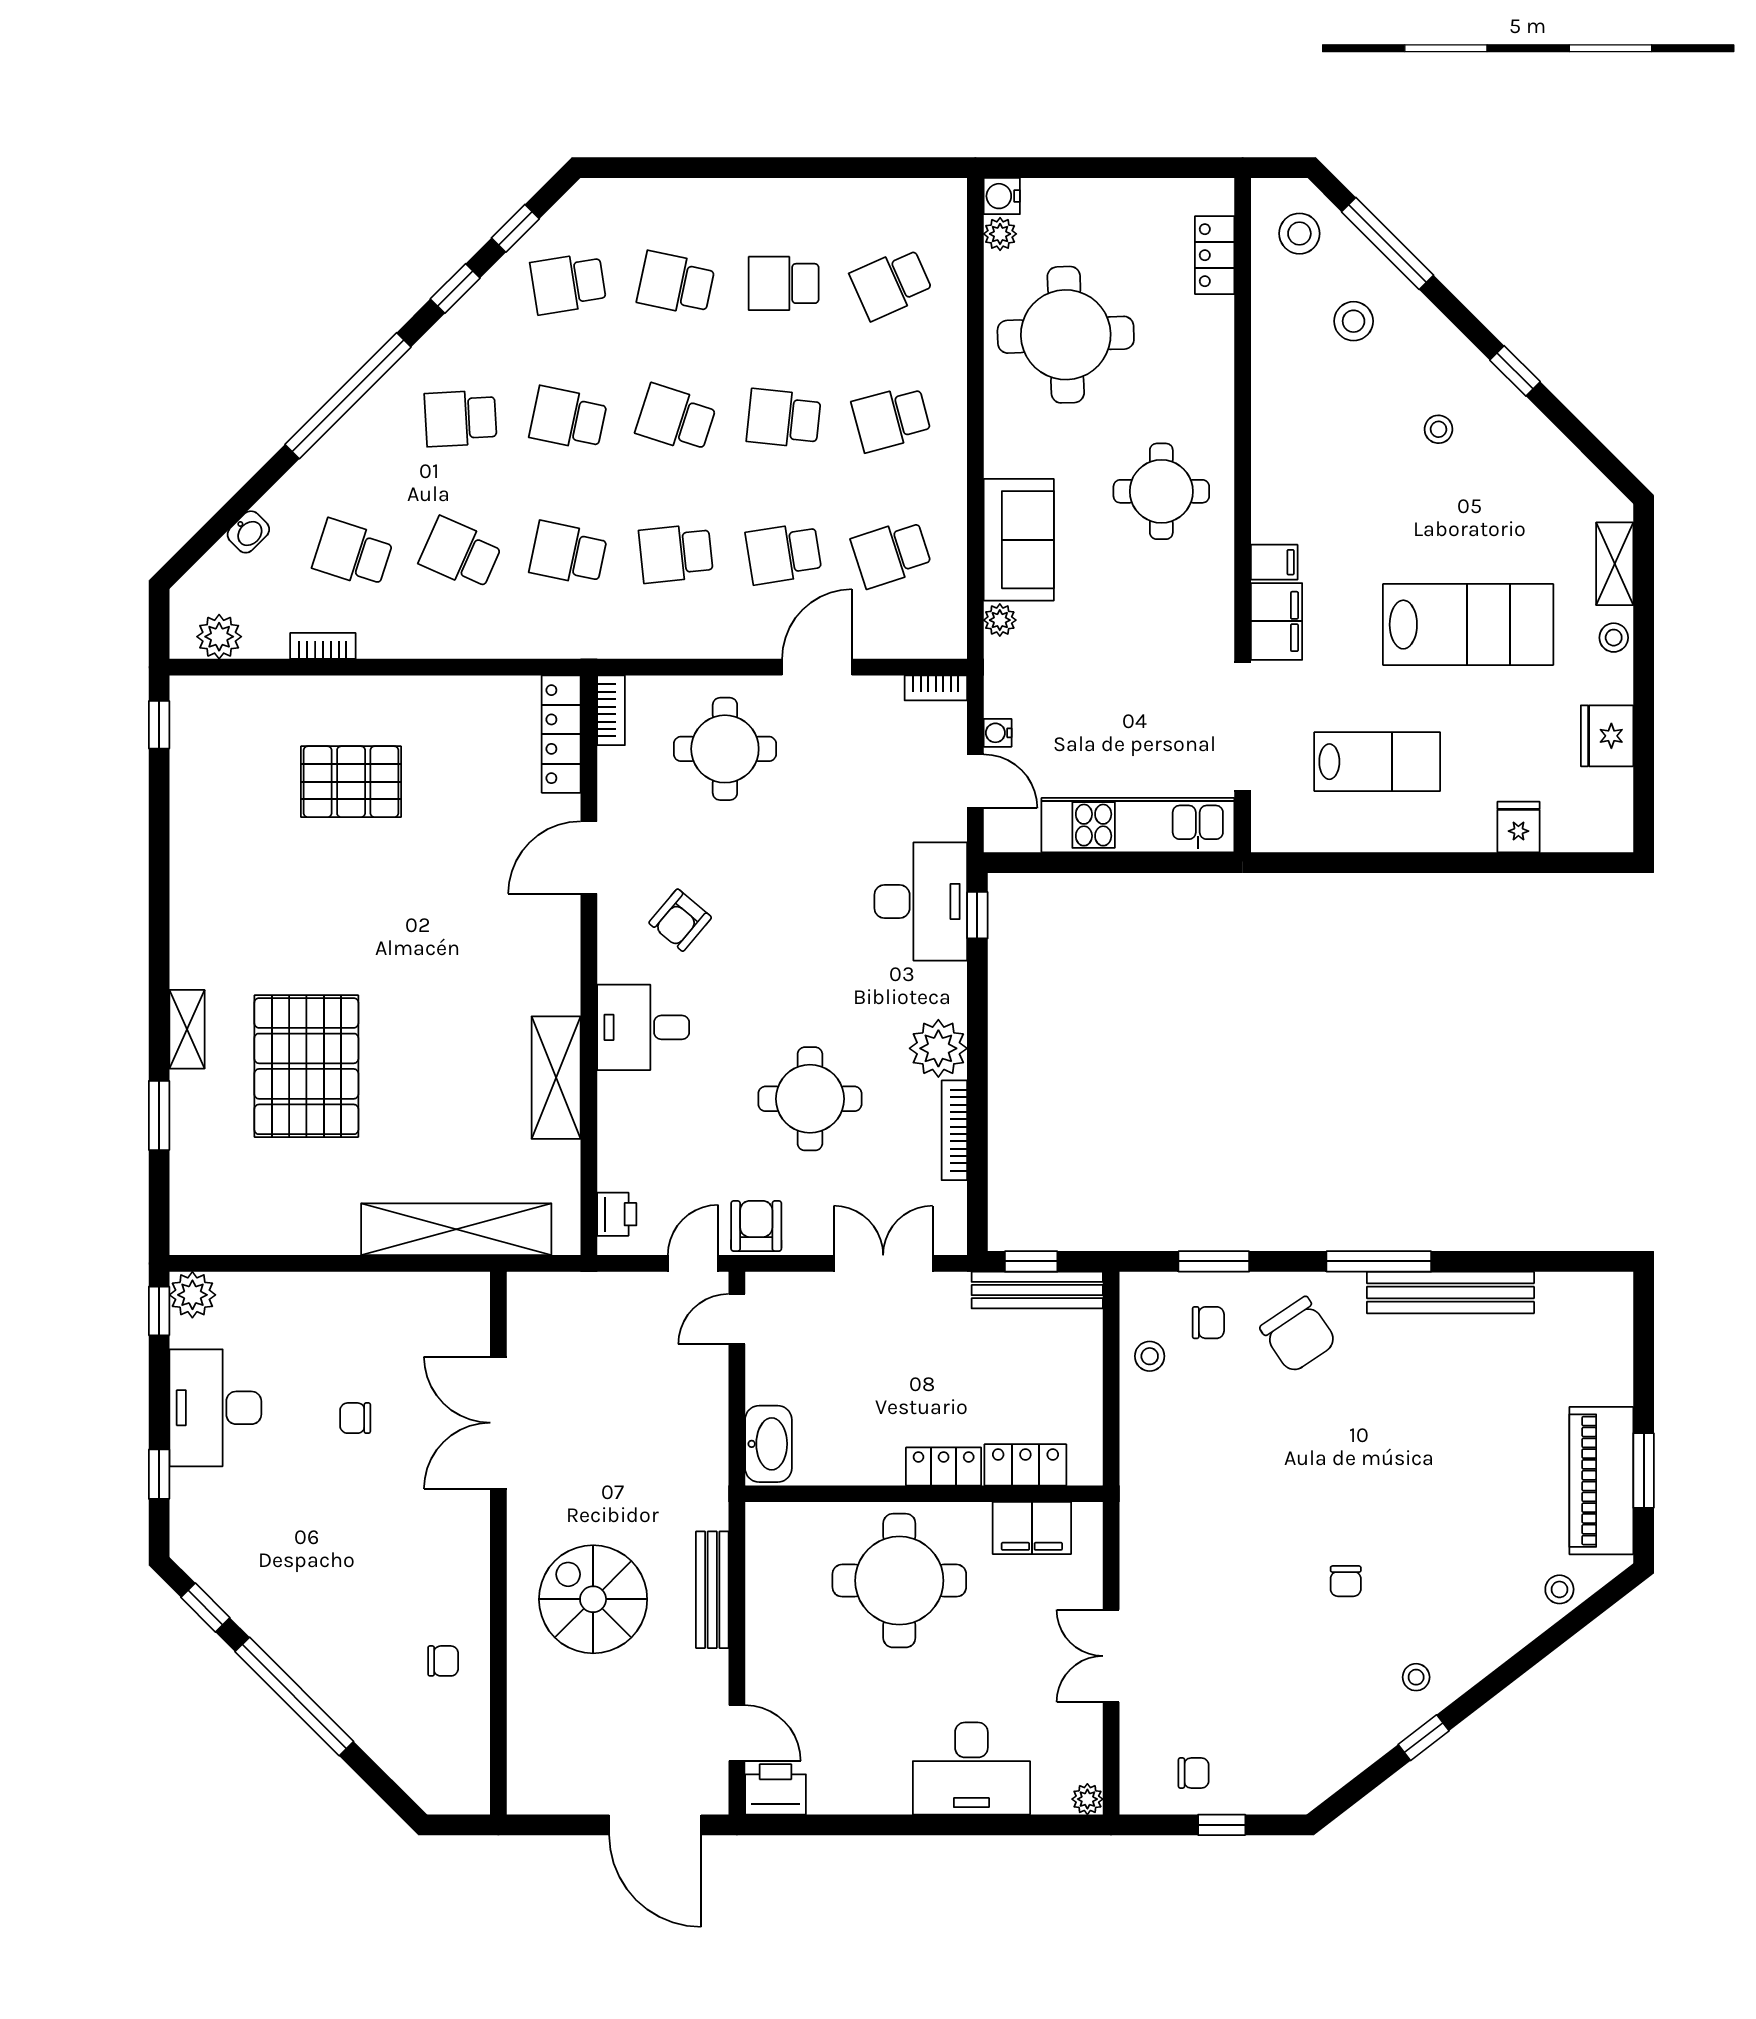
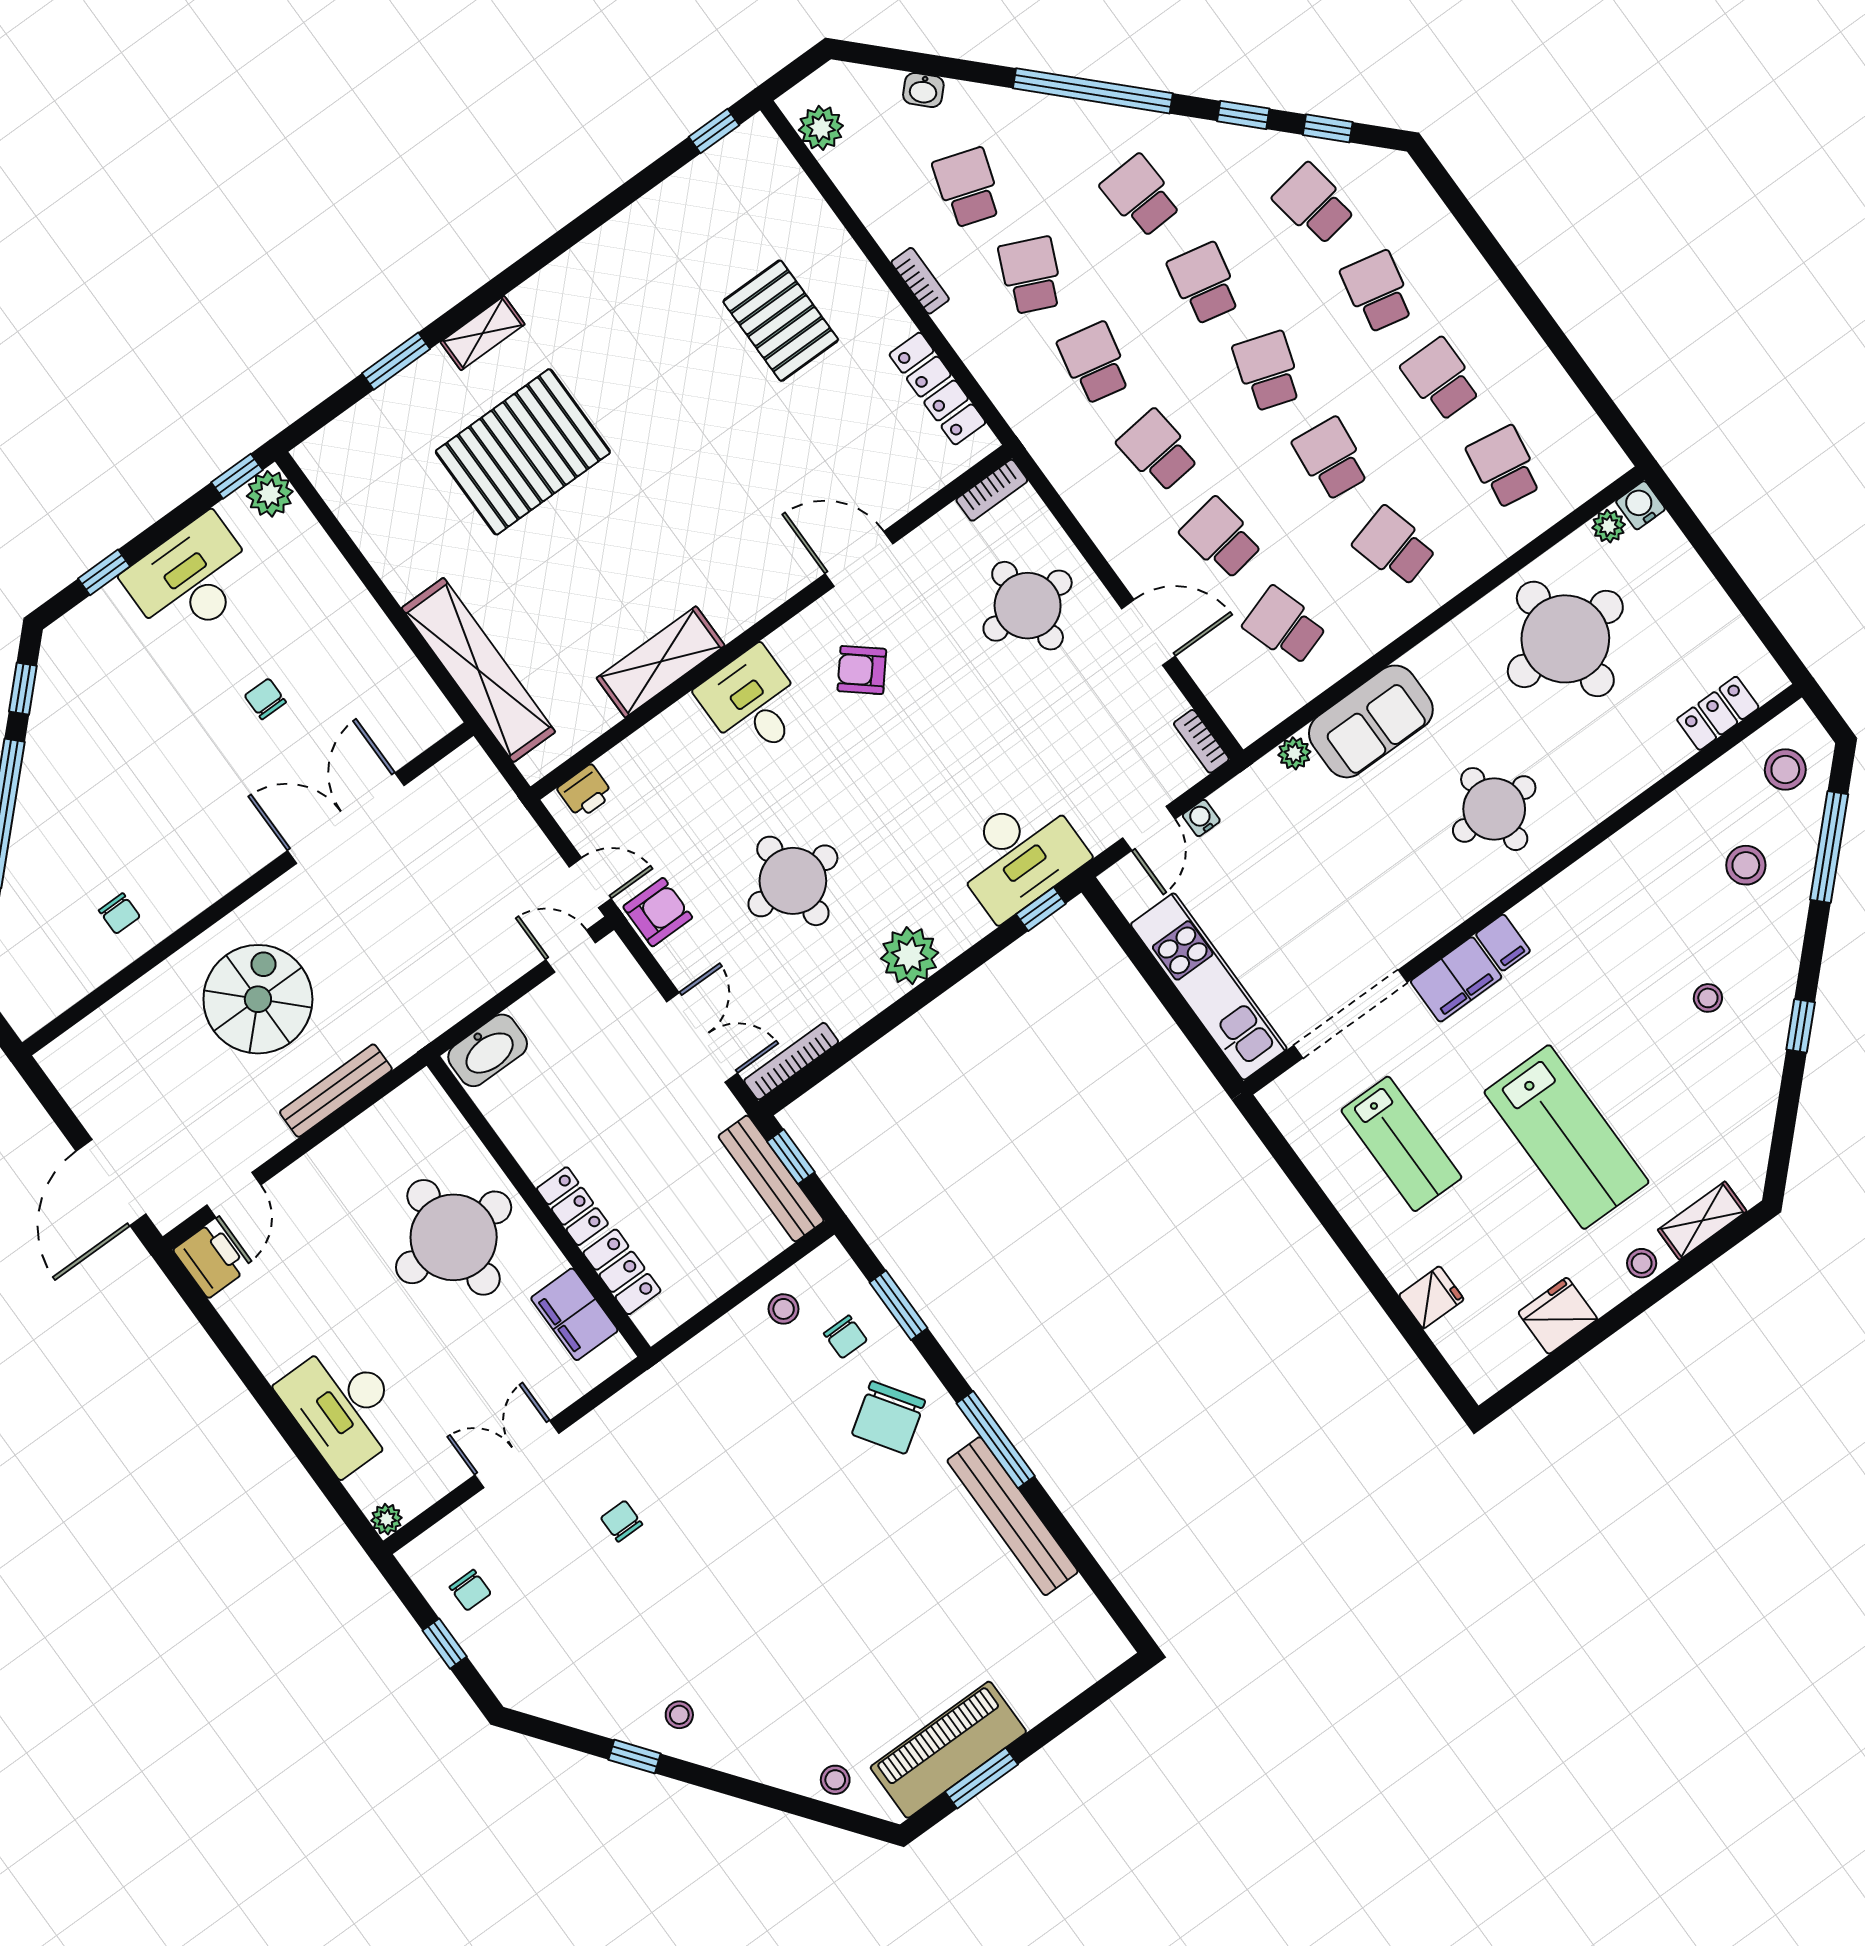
school desk: (891, 283) -> (1504, 467), turned 33
bookcase: (323, 646) -> (920, 281), moved
locker: (561, 734) -> (937, 389), moved, turned -90
bookcase: (954, 1130) -> (791, 1061), moved
chair: (1346, 1581) -> (622, 1521), moved, turned 90

